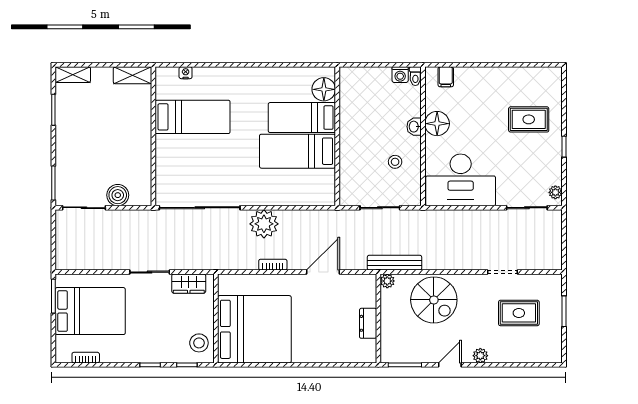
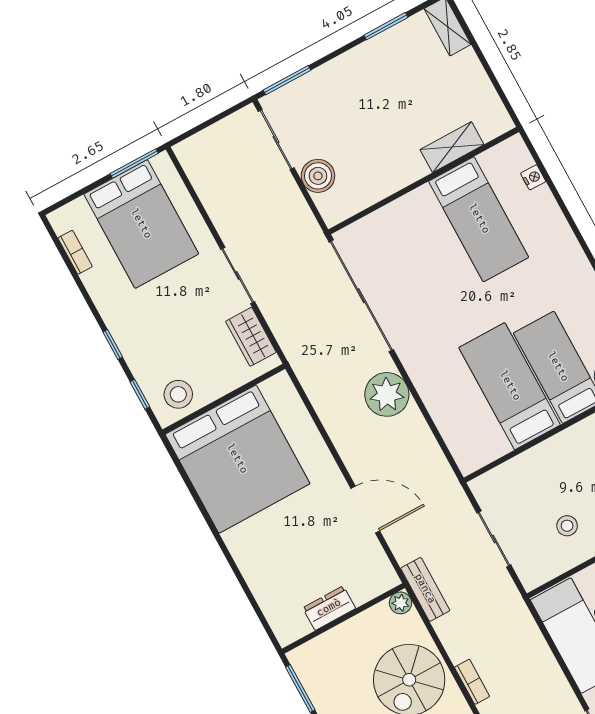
shelving: (133, 75) -> (452, 147), moved, turned 90
bench: (395, 263) -> (425, 589), width x0.73
bookcase: (273, 265) -> (472, 682), moved

